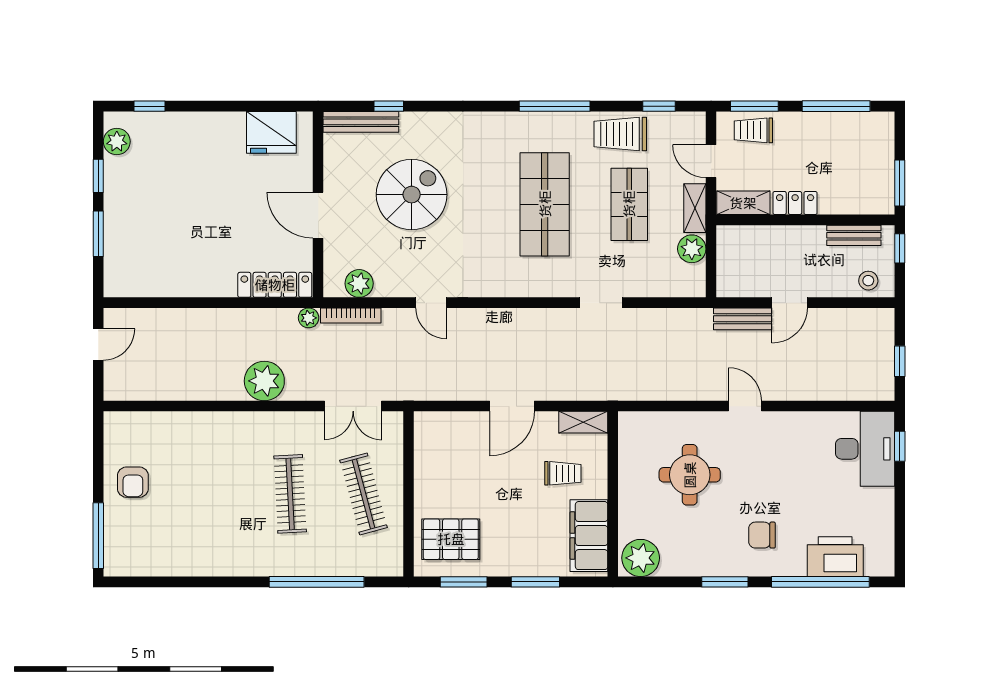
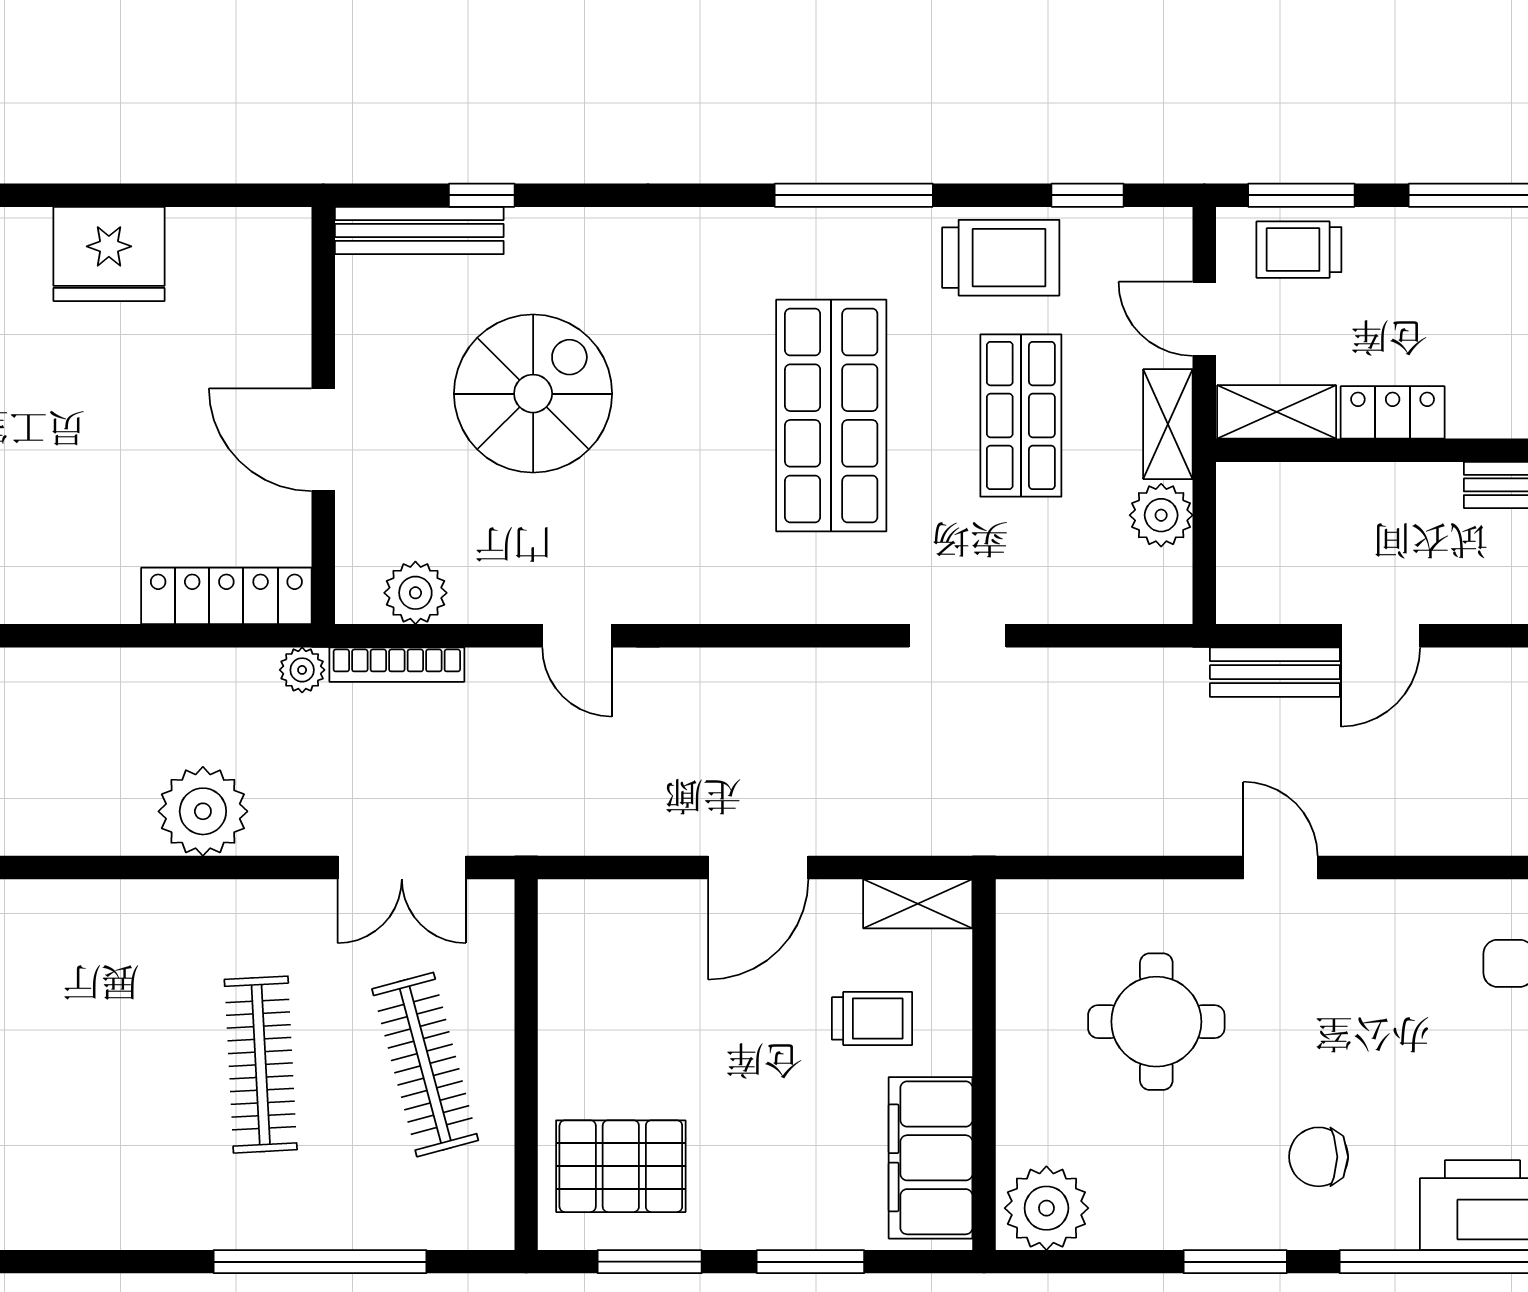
fridge: (271, 132) -> (109, 254), moved
trolley: (620, 134) -> (1001, 258), turned 180

